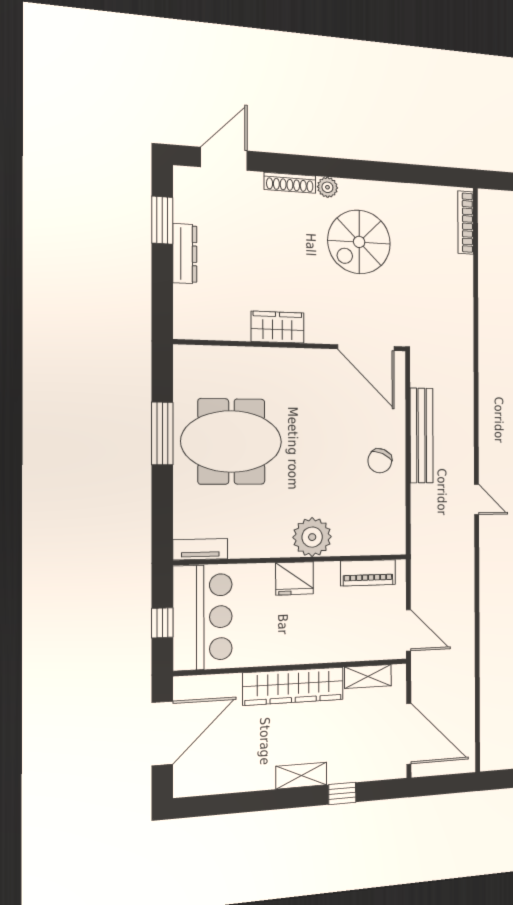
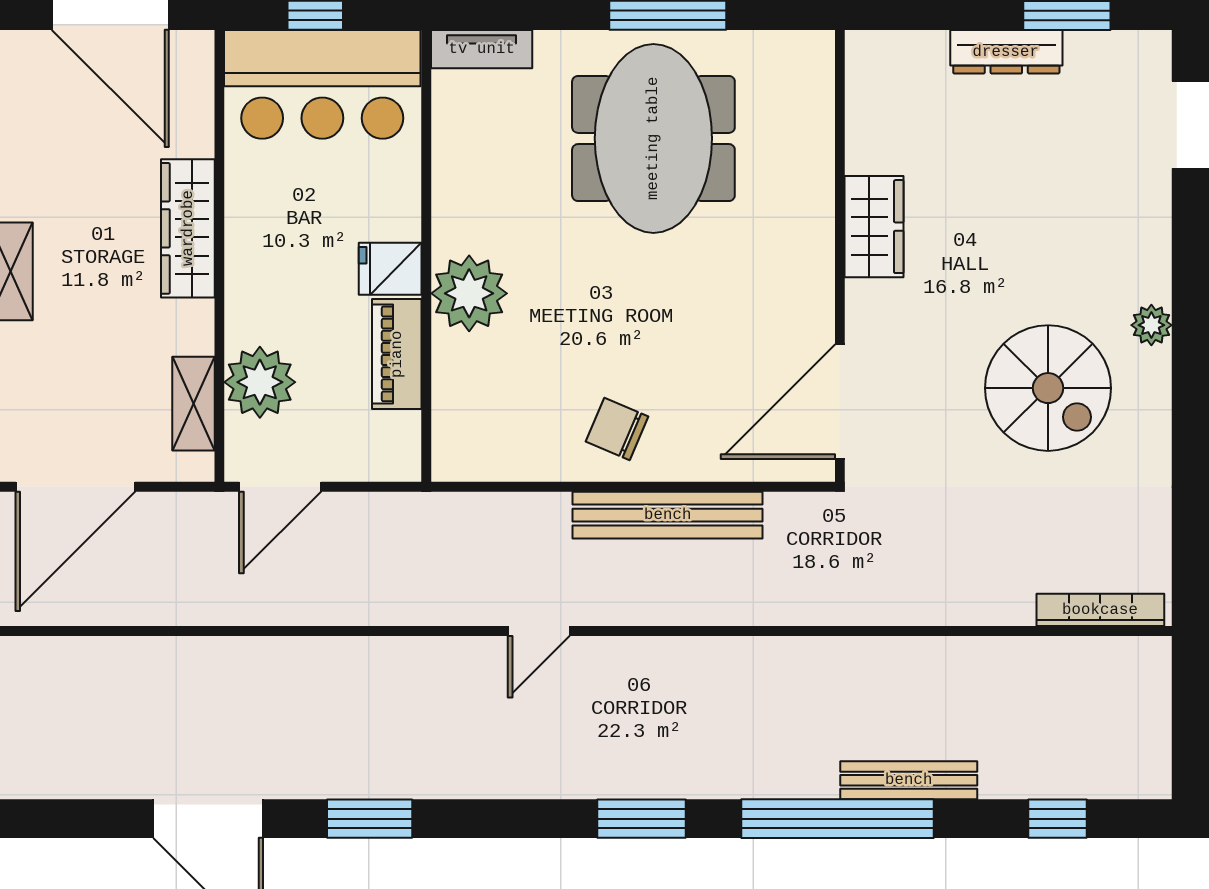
shoe rack: (290, 183) -> (1155, 251), removed
spiral stairs: (359, 242) -> (1048, 388), turned 180
tv unit: (200, 549) -> (482, 49), moved, turned 90
piano: (368, 573) -> (397, 354), moved
fridge: (295, 578) -> (390, 269), width x0.72
plant: (357, 643) -> (260, 382), added
wardrobe: (293, 686) -> (188, 228), width x0.71, depth x0.85

